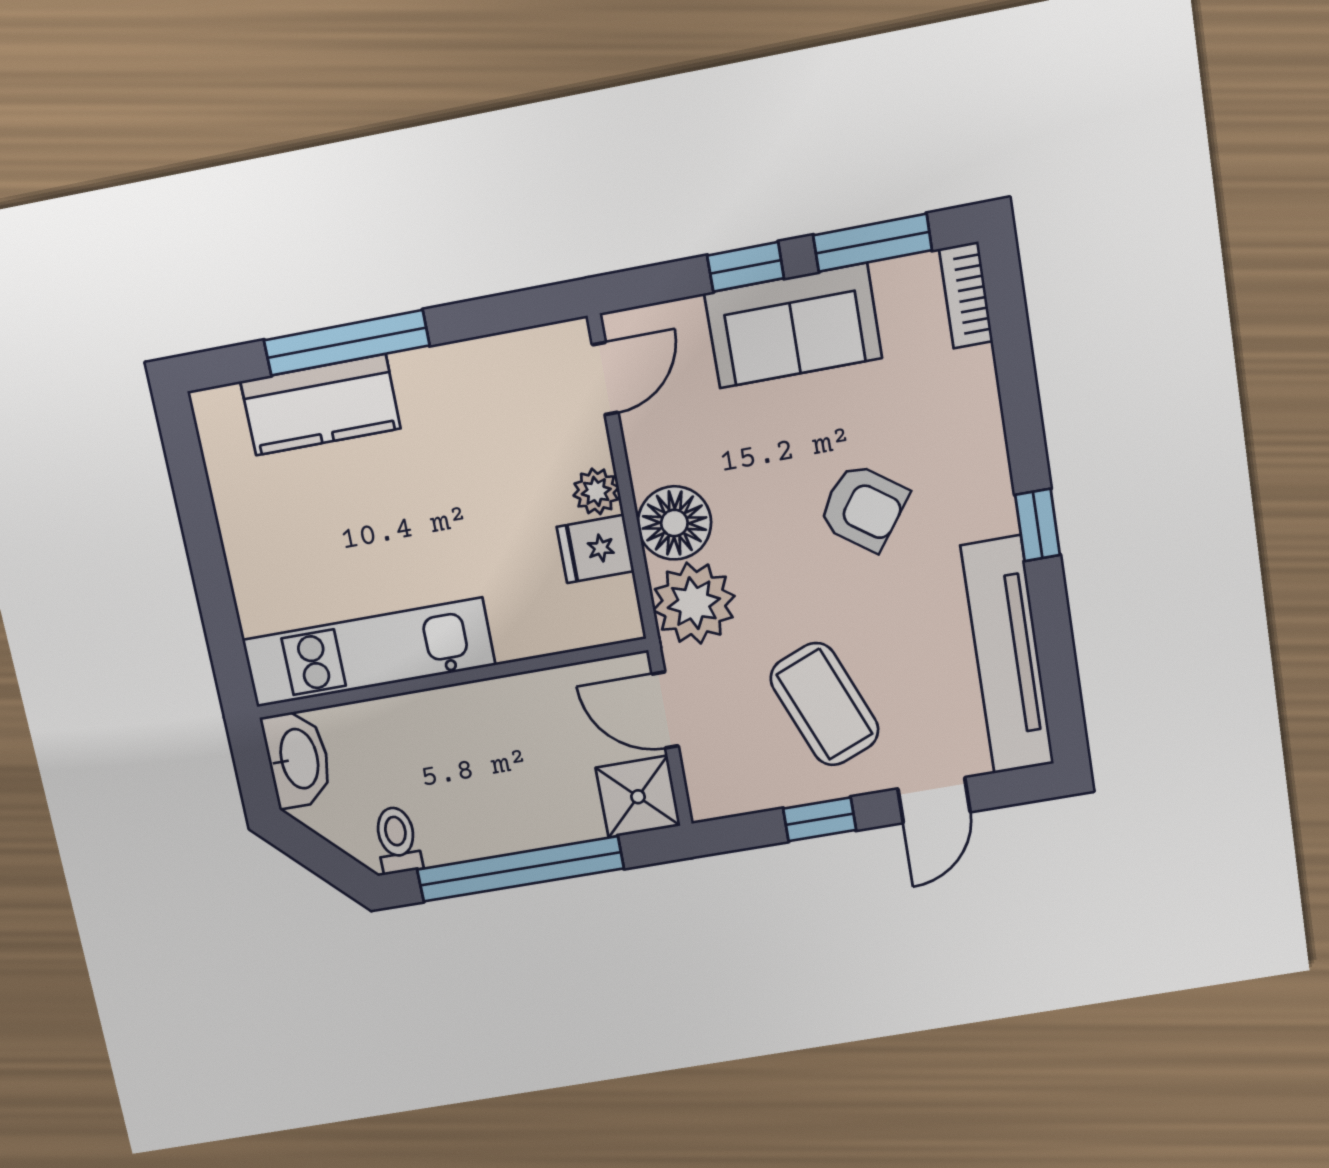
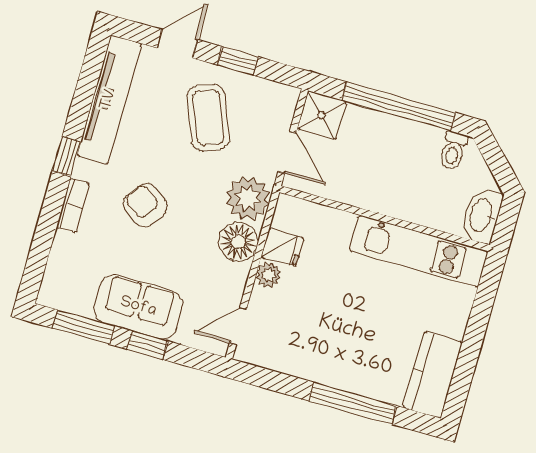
bookcase: (966, 295) -> (73, 205), moved
kitchen counter: (320, 405) -> (433, 375), moved, turned -90

